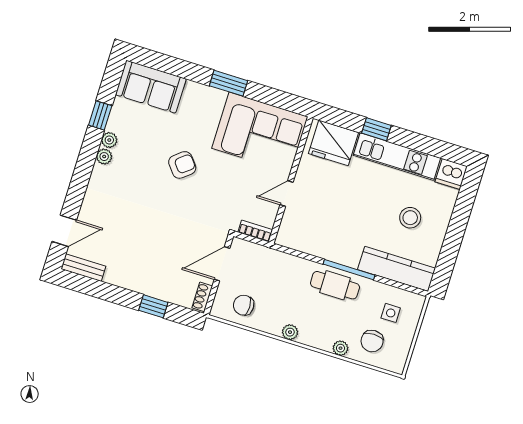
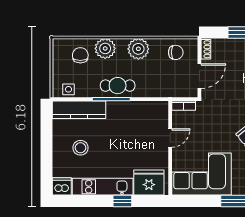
side table: (391, 313) -> (68, 89), moved
plant: (290, 332) -> (138, 49), width x1.88, depth x1.88
plant: (340, 348) -> (105, 48), width x1.88, depth x1.88

